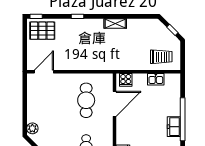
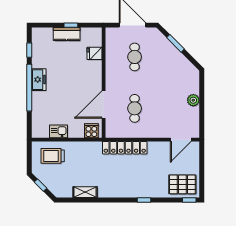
shelving: (115, 23) -> (85, 192), moved
locker: (95, 64) -> (125, 148), added
cafe table: (86, 100) -> (135, 108), width x0.73, depth x0.74
plant: (32, 128) -> (193, 100), moved

